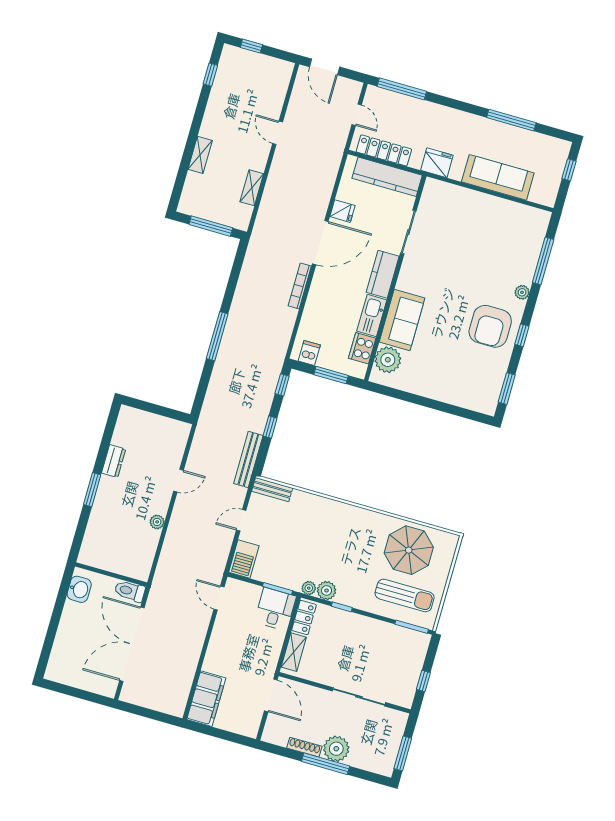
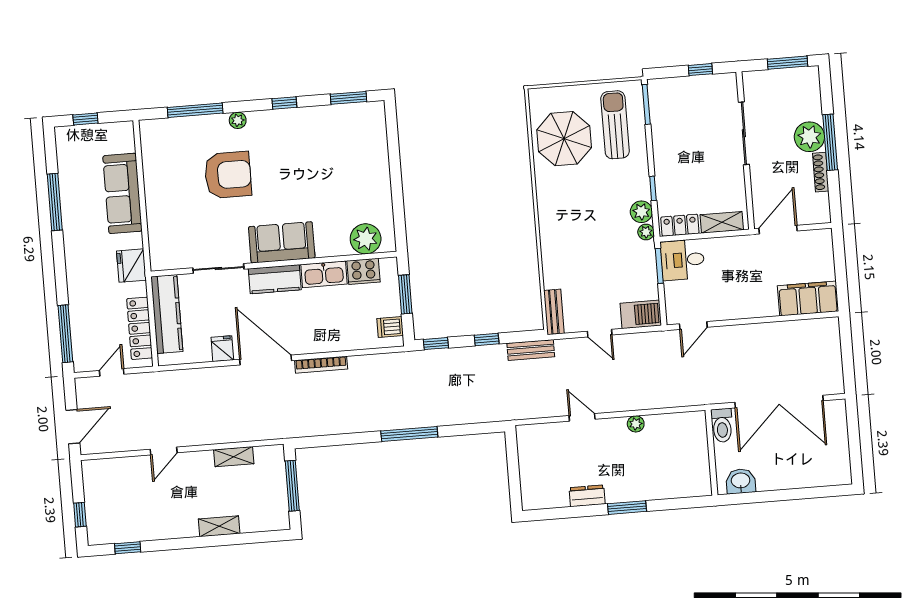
sofa: (402, 320) -> (282, 242), moved
armchair: (490, 326) -> (228, 175), moved
bench: (248, 459) -> (531, 350), width x0.73

